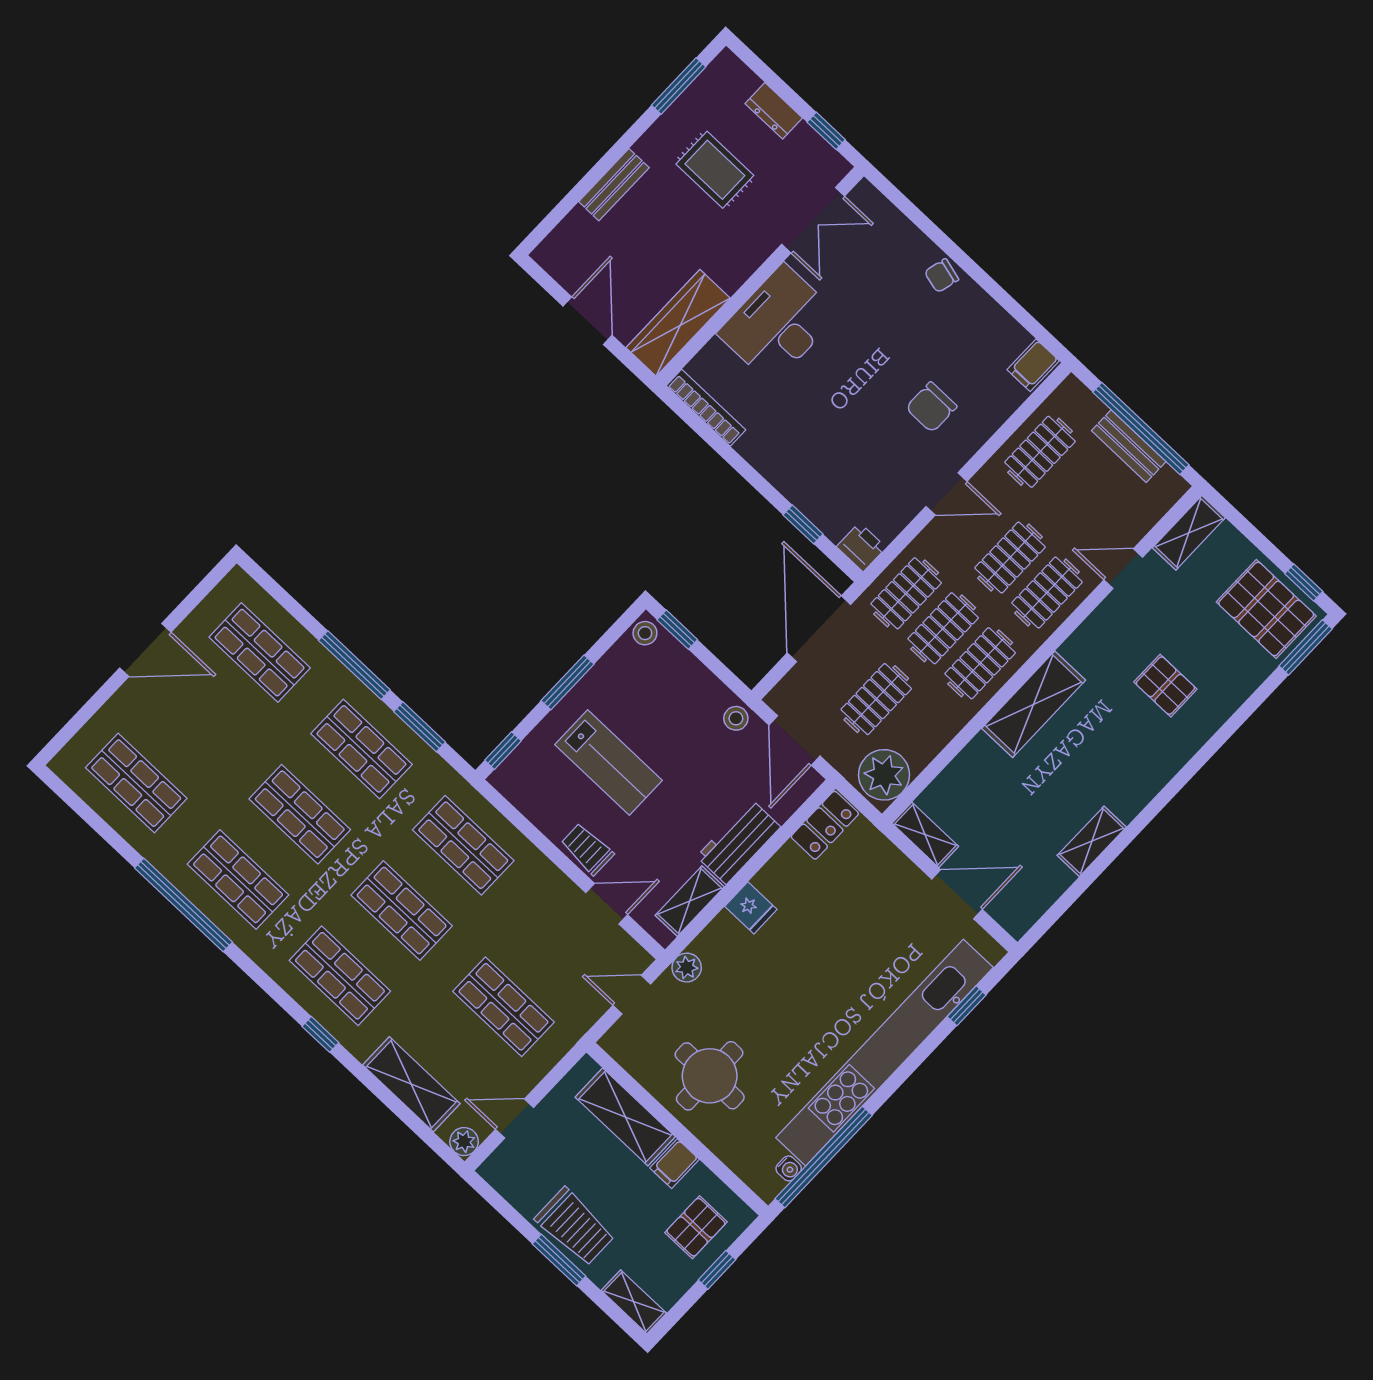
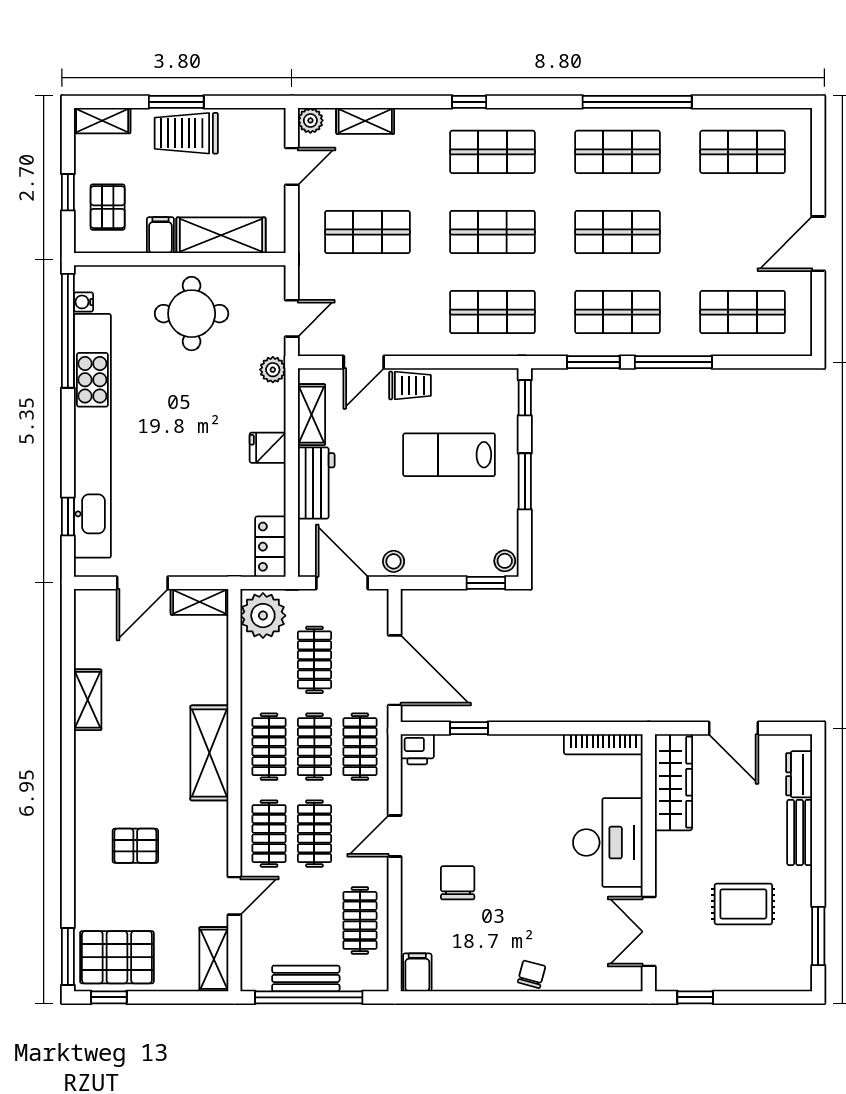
dresser: (774, 111) -> (799, 774), moved, turned -90
shelving: (411, 1084) -> (365, 121), width x0.67, depth x0.75

